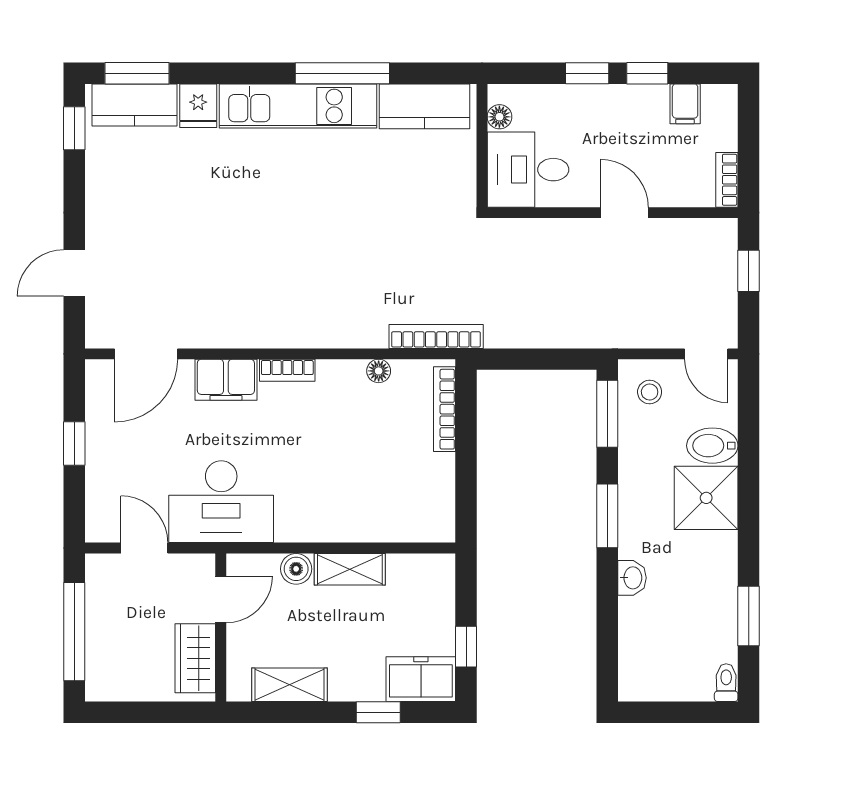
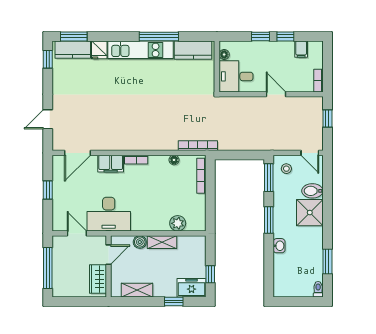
plant: (387, 524) -> (178, 223), added

